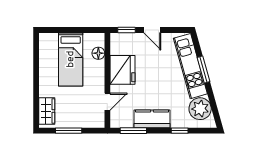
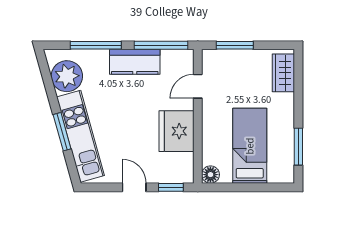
floor lamp: (98, 53) -> (210, 175), moved
window: (36, 59) -> (298, 147), added
window: (69, 131) -> (235, 45), moved
window: (133, 131) -> (161, 45), width x1.44
window: (180, 131) -> (96, 45), width x2.17

